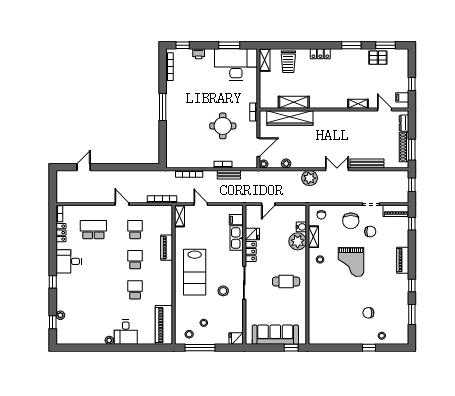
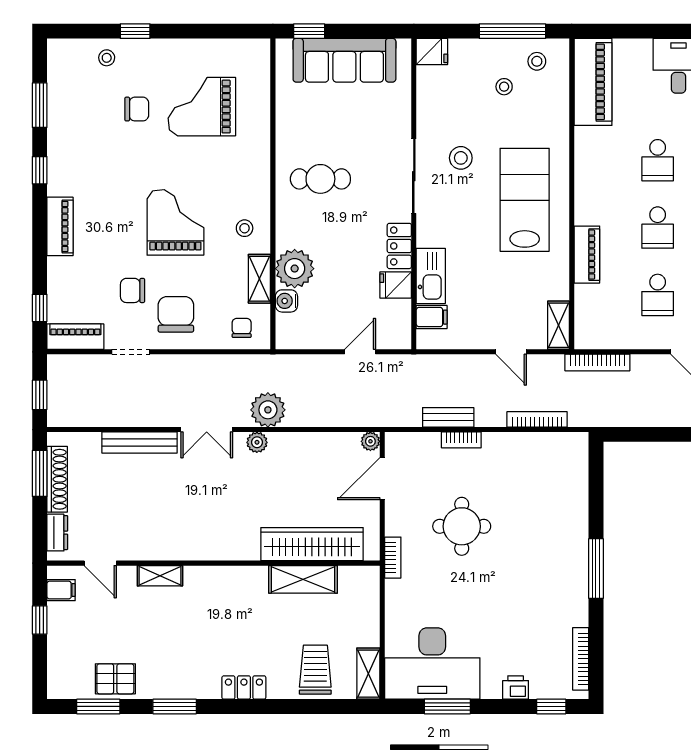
plant: (286, 164) -> (257, 442), moved
grand piano: (339, 314) -> (202, 107), added

